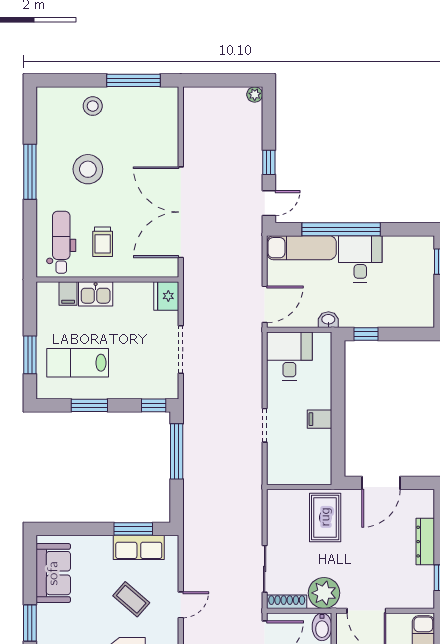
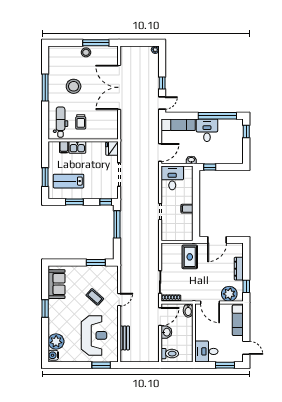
stool: (93, 106) -> (86, 52), moved
double door: (181, 212) -> (119, 87), moved
window: (341, 229) -> (217, 116), moved
row of seats: (139, 547) -> (98, 272), removed
plant: (324, 593) -> (229, 294), moved

